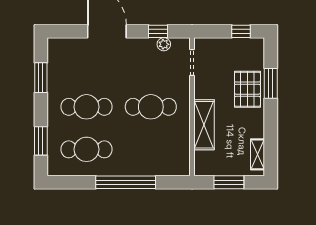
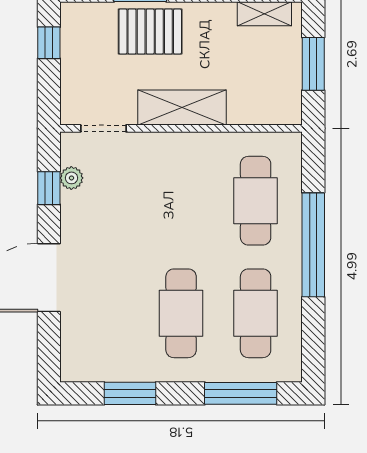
cafe table: (151, 107) -> (256, 201), moved
shelving: (204, 125) -> (182, 107), moved
window: (41, 141) -> (241, 393), width x1.44

